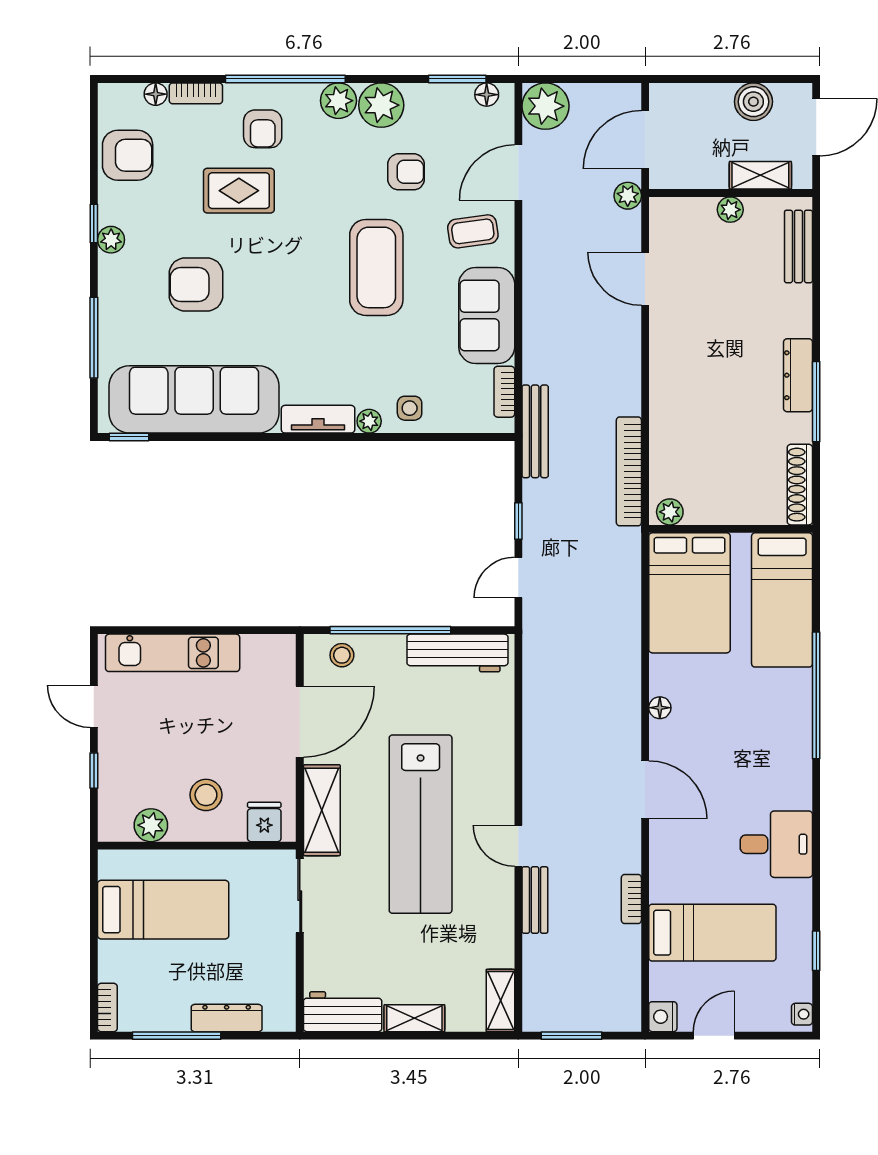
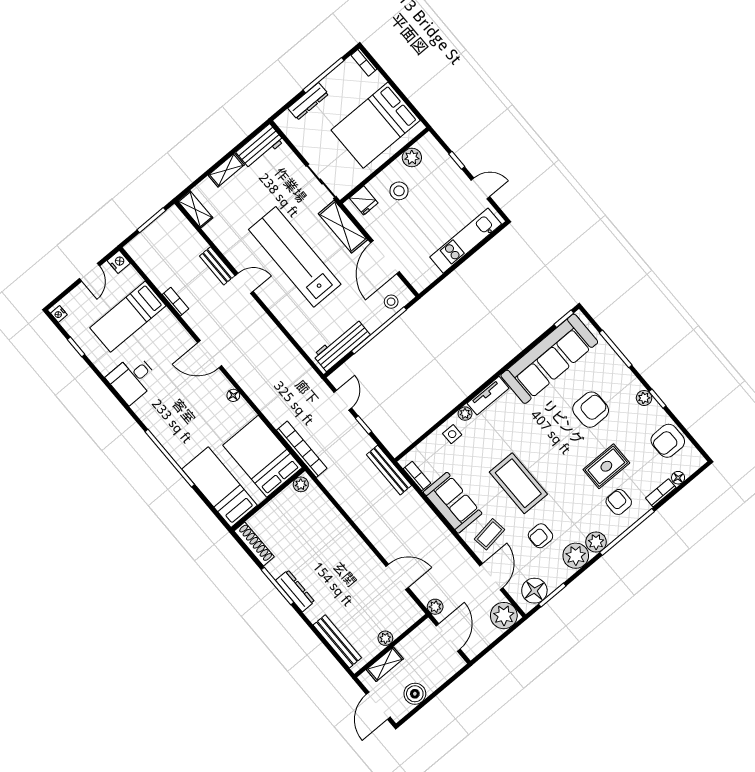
floor lamp: (487, 95) -> (534, 591), width x1.89, depth x1.89
bench: (798, 246) -> (337, 641), width x1.36
bookcase: (629, 471) -> (302, 449), moved
bed: (163, 910) -> (376, 125), width x1.50

